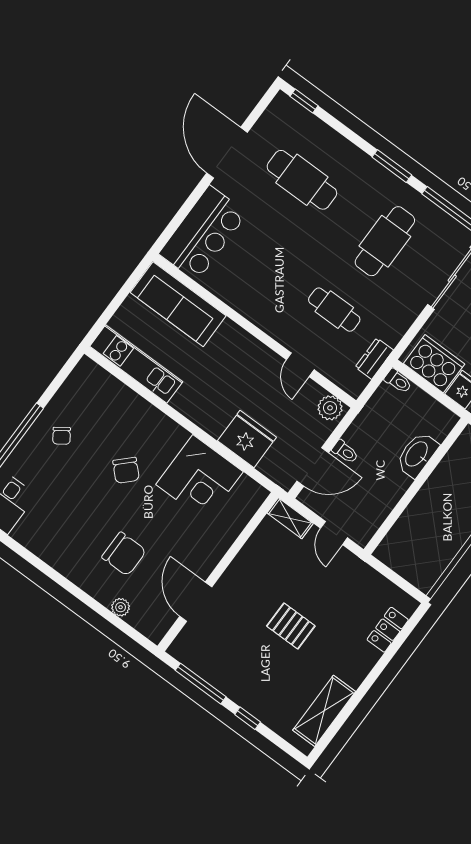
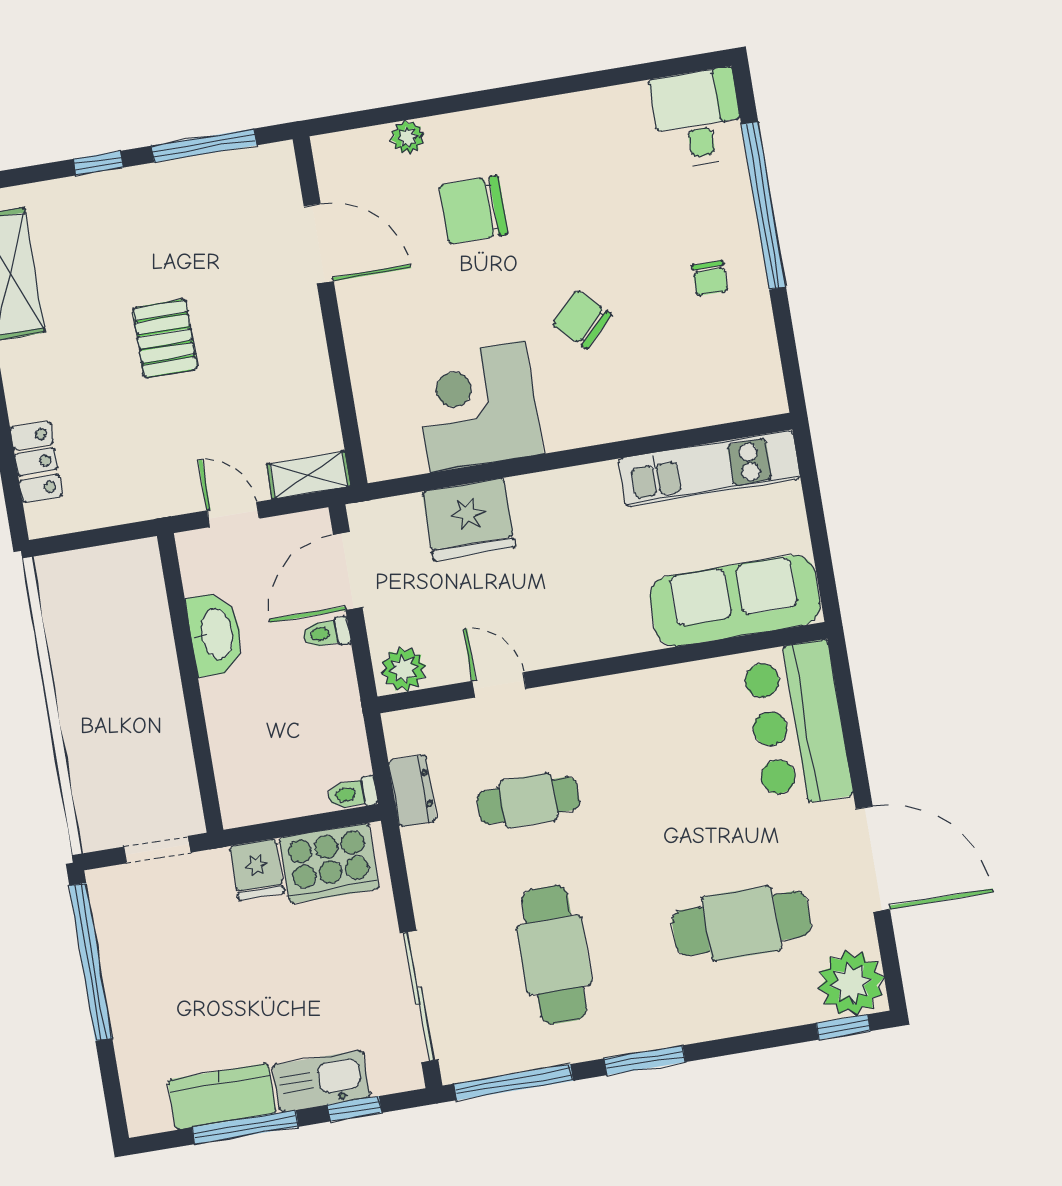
plant: (284, 115) -> (851, 983), added
chair: (62, 436) -> (710, 278), turned -145
washbasin: (417, 454) -> (216, 634), moved
pallet: (291, 626) -> (165, 339), turned 90

